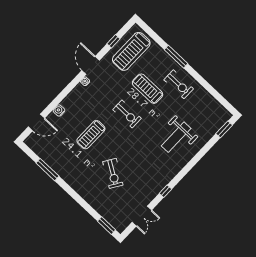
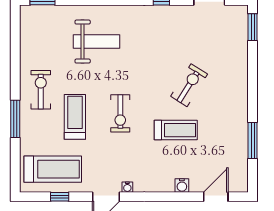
treadmill: (148, 89) -> (75, 117), turned 180
exercise bike: (127, 114) -> (120, 113), turned 180
door: (36, 122) -> (216, 197), hinge flipped
exercise bike: (113, 173) -> (189, 85), moved

